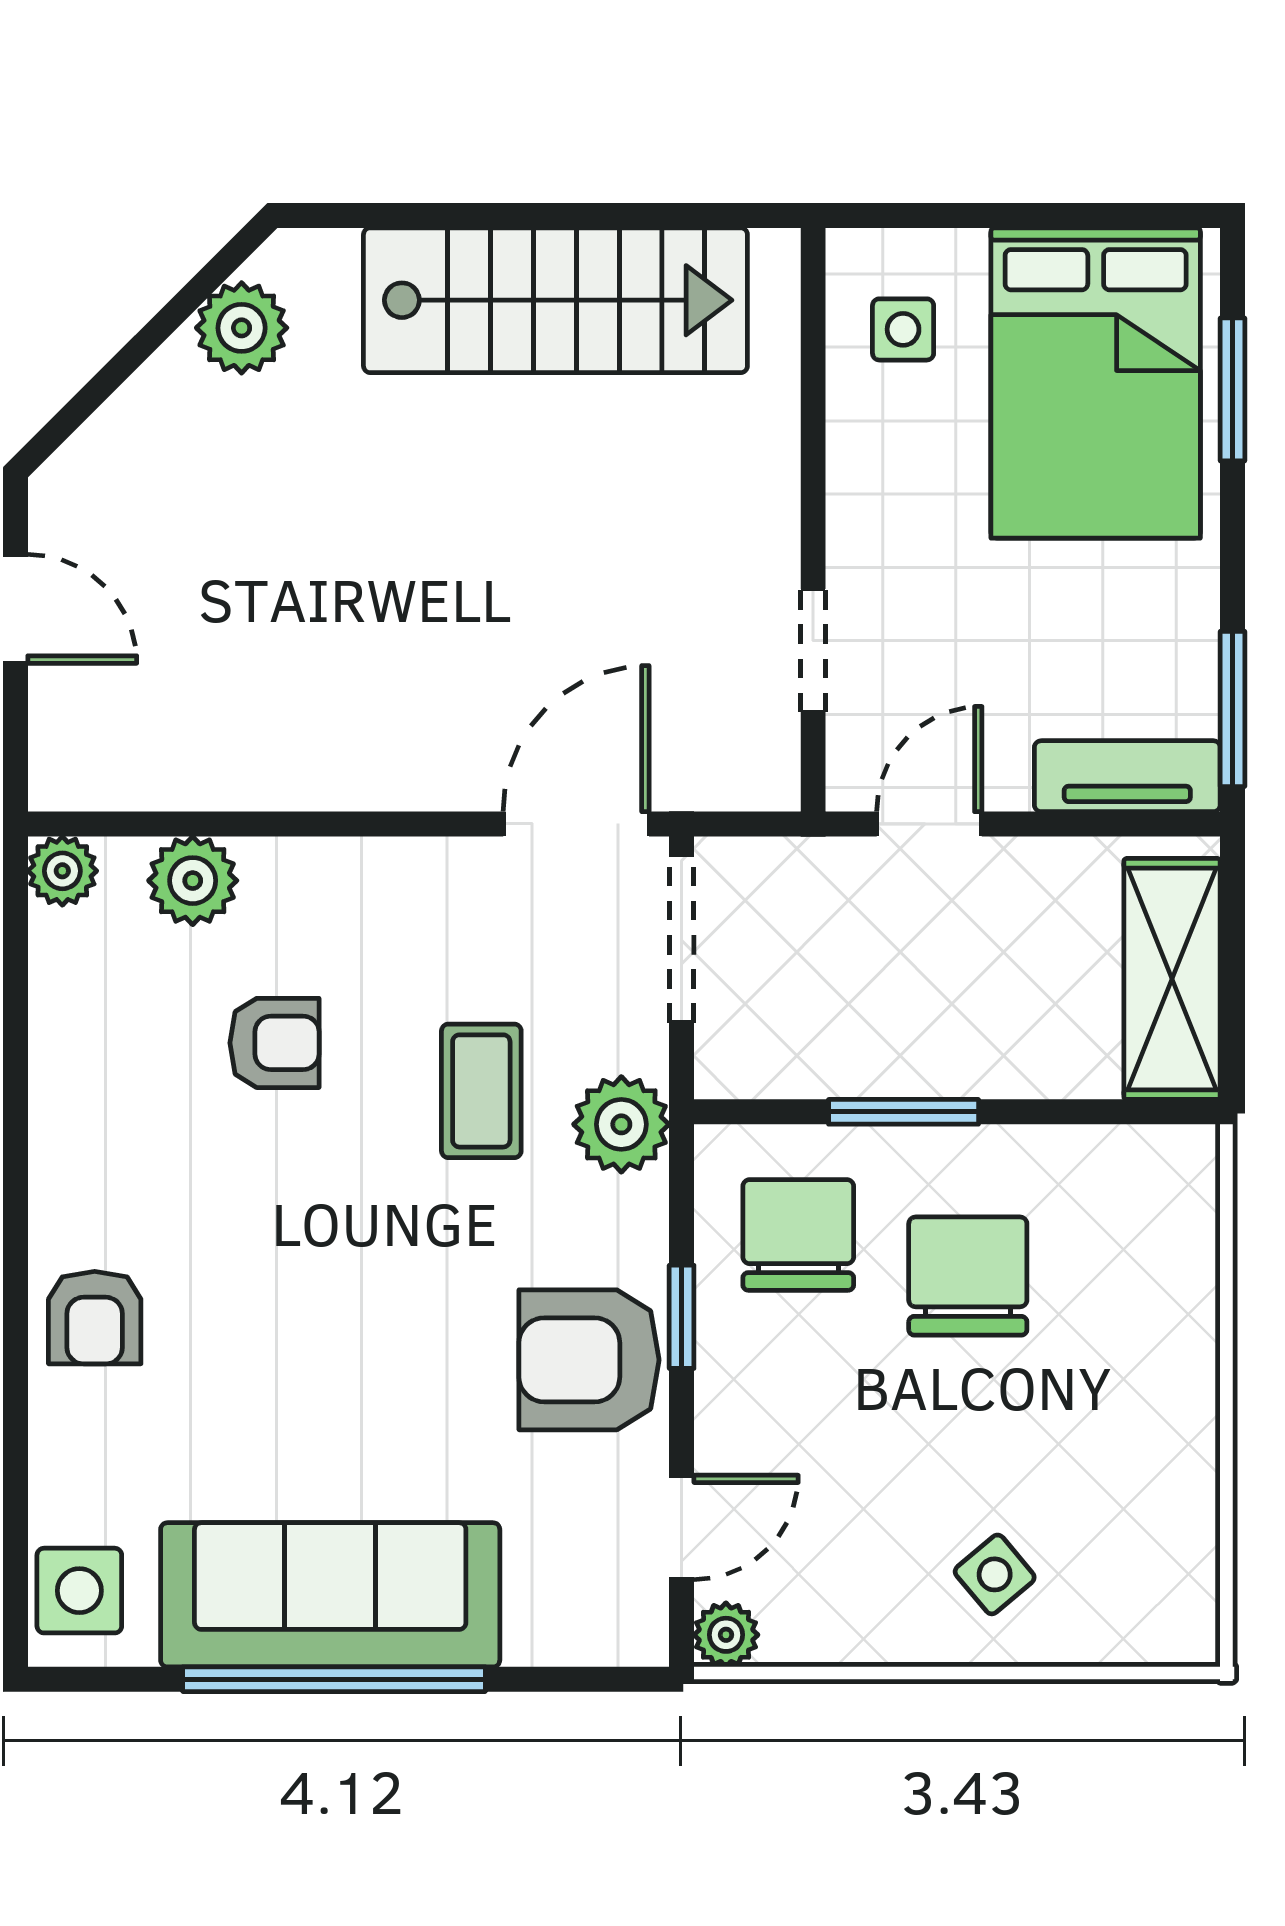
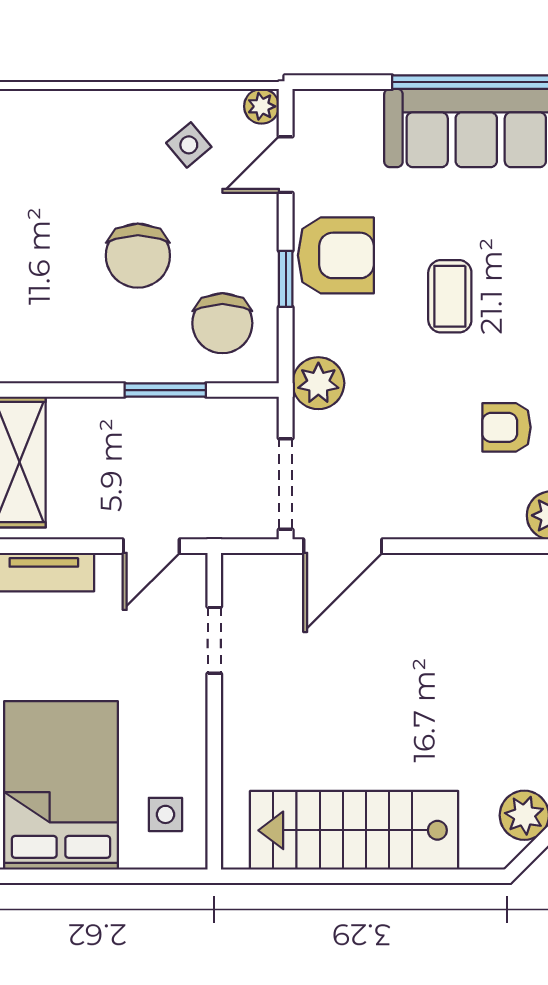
coffee table: (481, 1091) -> (450, 296), moved
chair: (968, 1276) -> (138, 256), moved
side table: (995, 1574) -> (189, 145), moved

